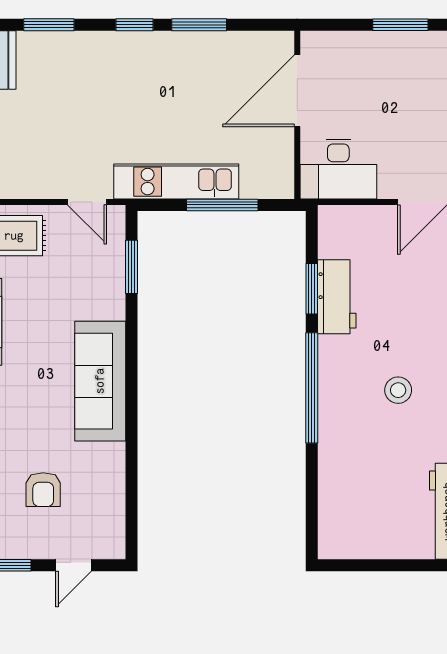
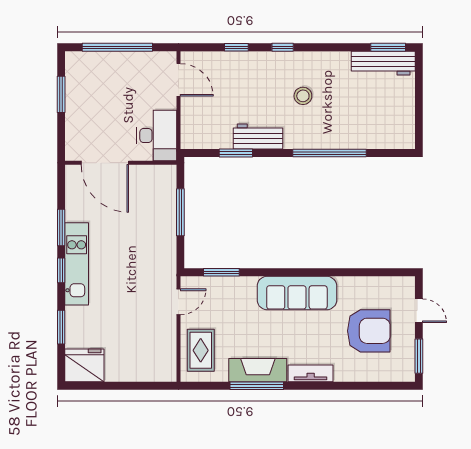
kitchen unit: (176, 182) -> (77, 264), moved, turned 180
workbench: (337, 297) -> (258, 137), moved
window: (312, 388) -> (330, 153), moved
armchair: (43, 490) -> (369, 331), width x1.88, depth x1.88

